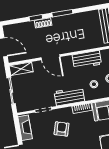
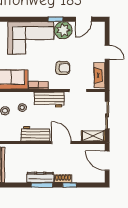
dresser: (65, 20) -> (40, 177), added
workbench: (87, 60) -> (35, 134), moved
armchair: (62, 129) -> (63, 68), turned -107

